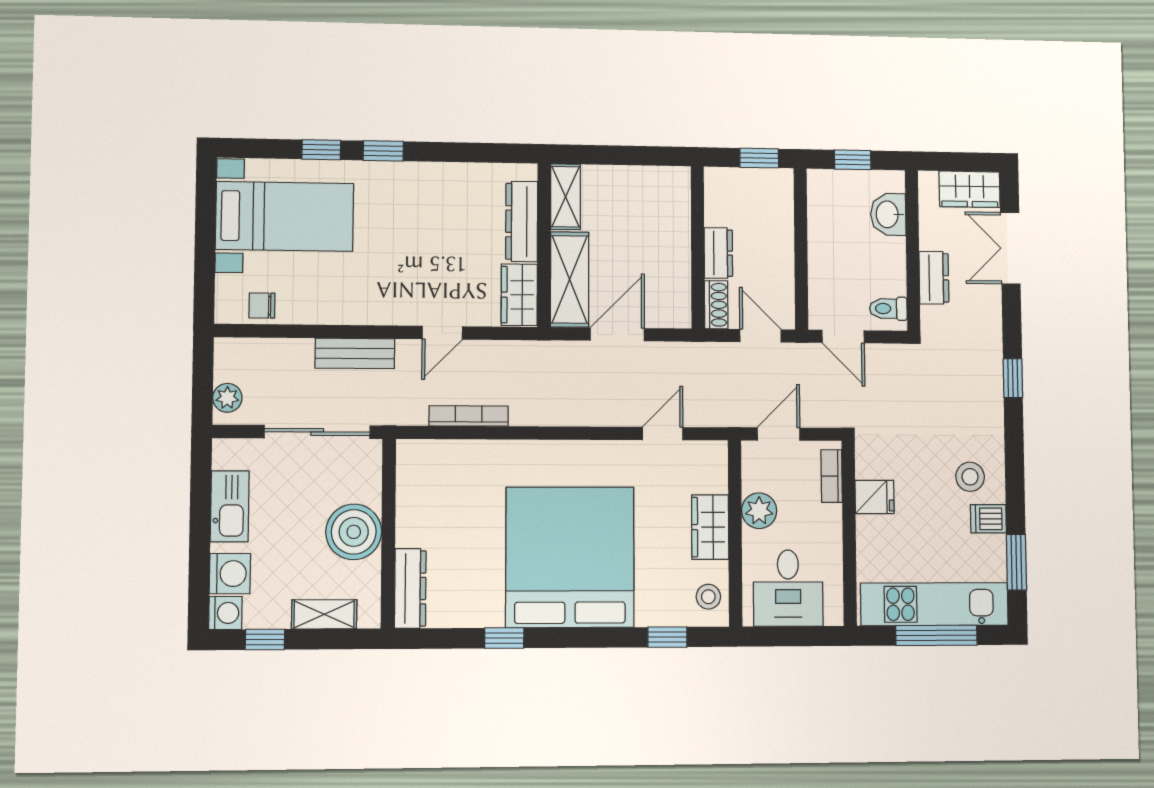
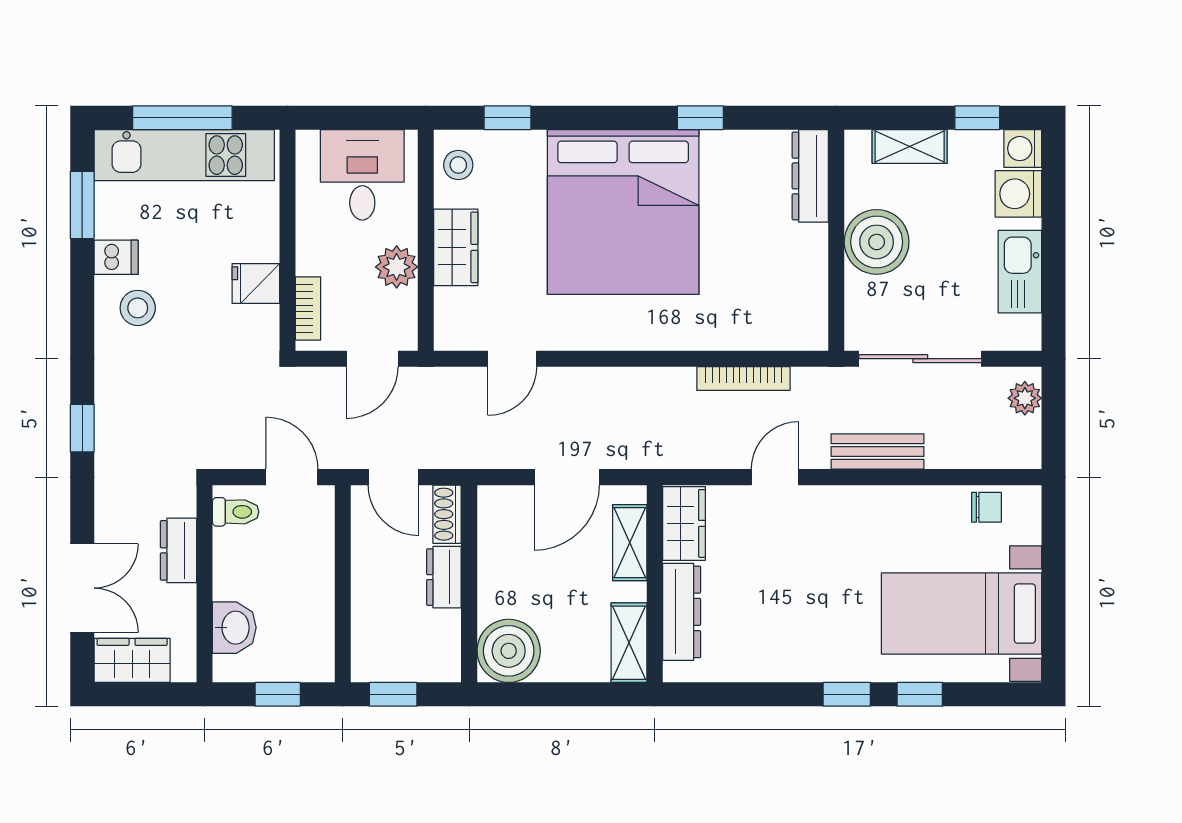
boiler: (665, 192) -> (509, 651), added
shelving: (570, 279) -> (630, 543), width x0.67, depth x0.75

